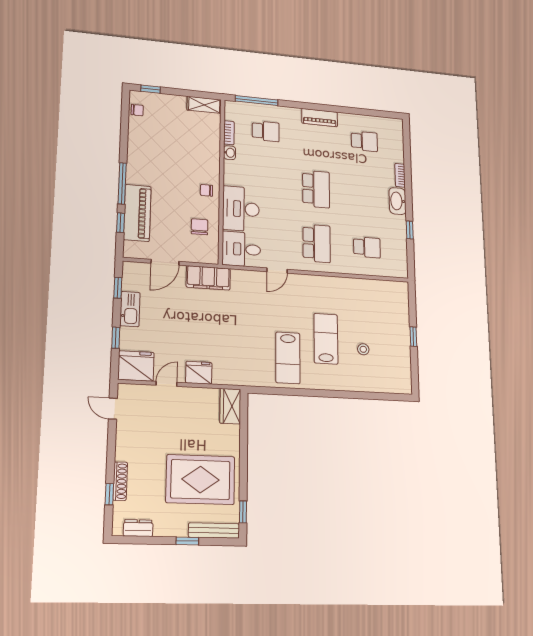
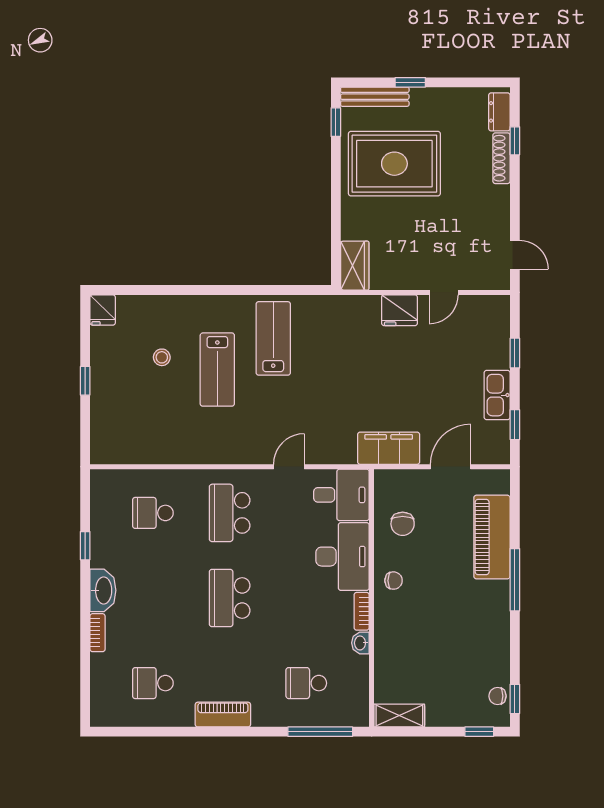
bookcase: (229, 133) -> (362, 611), moved
window: (121, 223) -> (515, 699), moved
fridge: (136, 366) -> (103, 310), moved, width x0.53, depth x0.75
dresser: (138, 528) -> (499, 112), moved, turned 90

